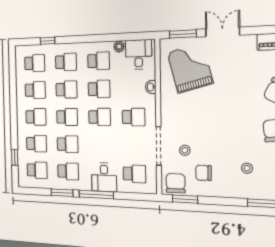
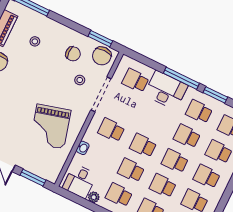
grand piano: (190, 68) -> (50, 126), moved
desk: (104, 177) -> (166, 90), width x1.37

